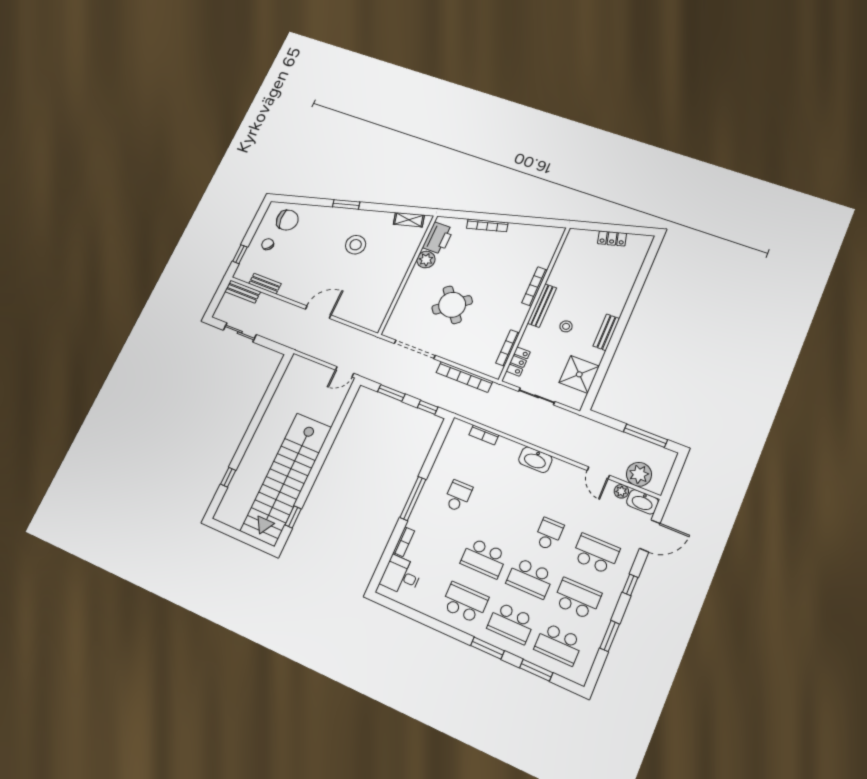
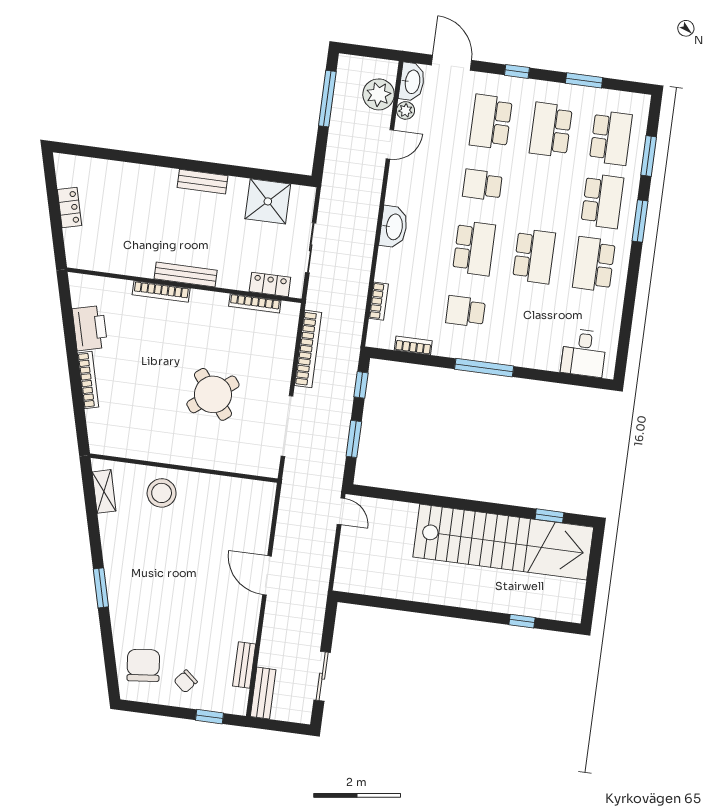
printer: (438, 238) -> (90, 328), moved, turned 75
stool: (356, 245) -> (162, 493), moved
plant: (426, 260) -> (157, 450), removed
stool: (566, 326) -> (207, 235), removed
bookcase: (404, 542) -> (413, 345), moved
school desk: (530, 578) -> (474, 248), moved

